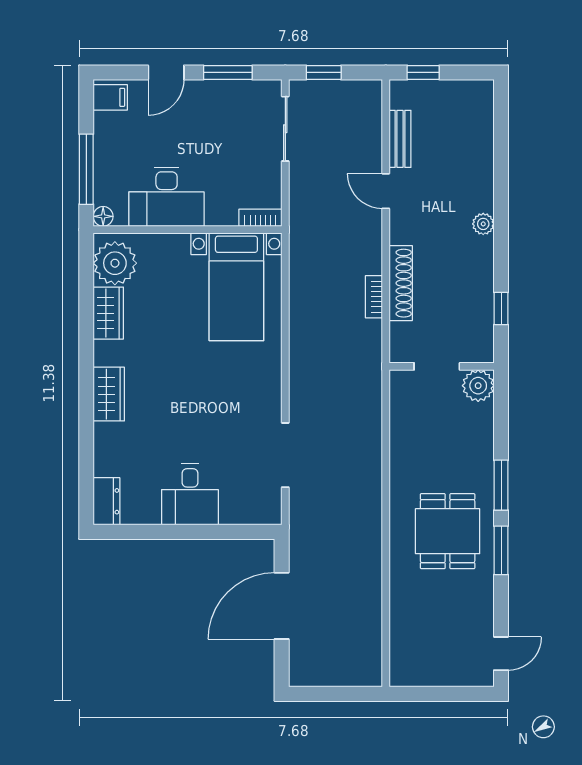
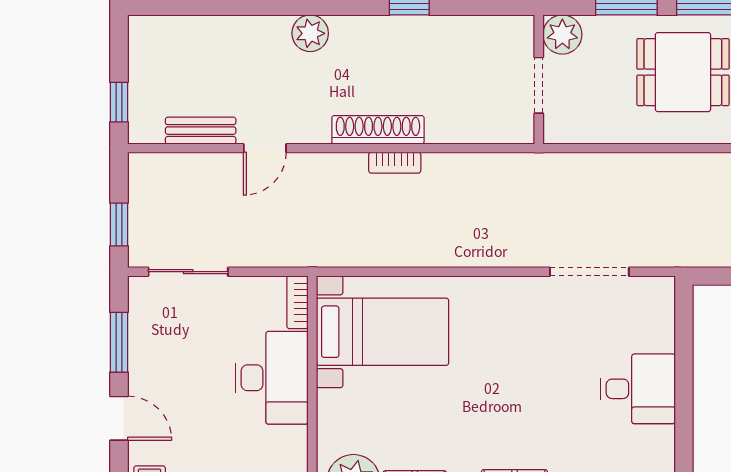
desk: (167, 197) -> (272, 378), moved
plant: (483, 224) -> (310, 33), width x1.38, depth x1.38
doorway: (437, 366) -> (539, 85), moved
wall: (442, 366) -> (539, 79), moved
plant: (478, 386) -> (562, 35), moved

